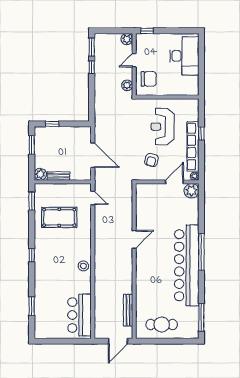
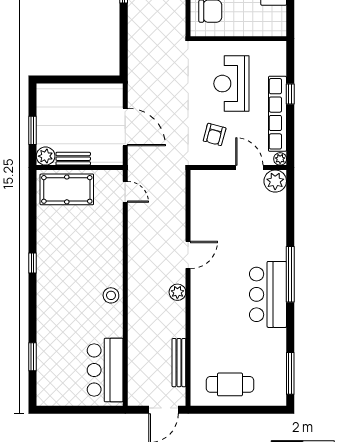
plant: (127, 85) -> (177, 292), moved
window: (52, 124) -> (63, 80), removed
window: (32, 145) -> (32, 130), moved
door: (174, 182) -> (249, 168), hinge flipped
window: (32, 201) -> (32, 197), removed
pool table: (59, 217) -> (67, 189), moved
window: (32, 255) -> (32, 263), moved
bar counter: (187, 265) -> (268, 294), width x0.54

